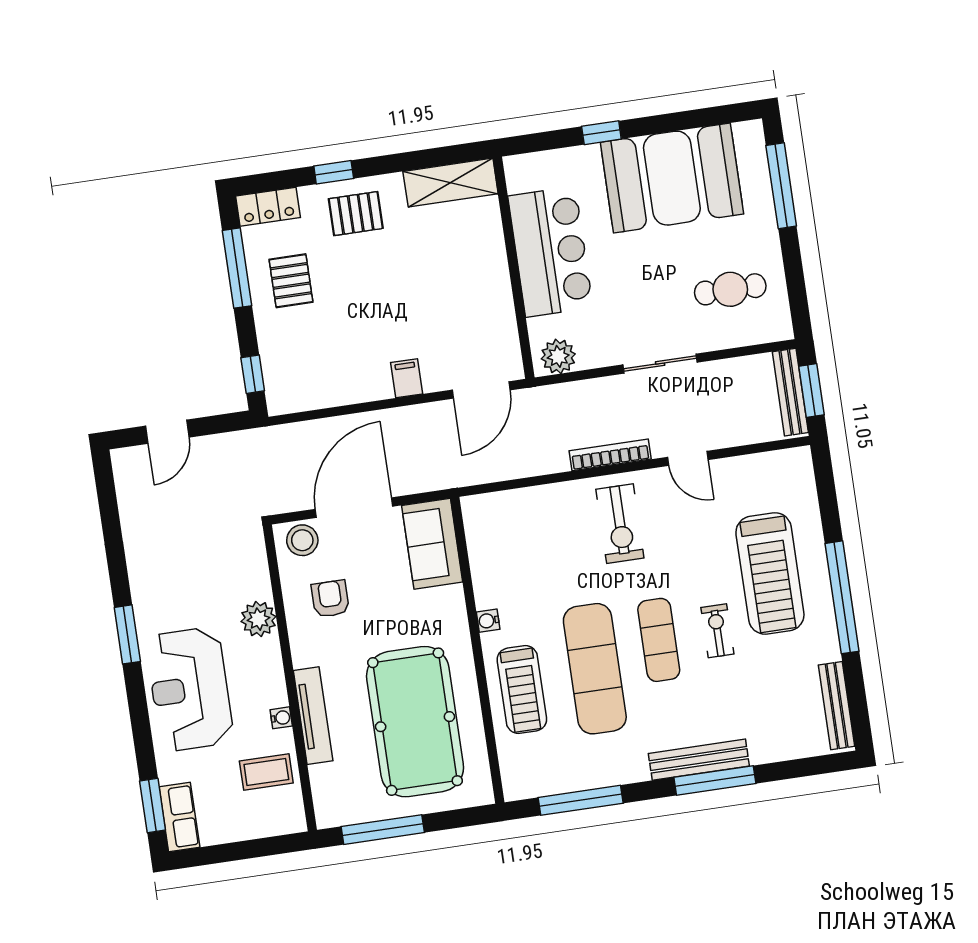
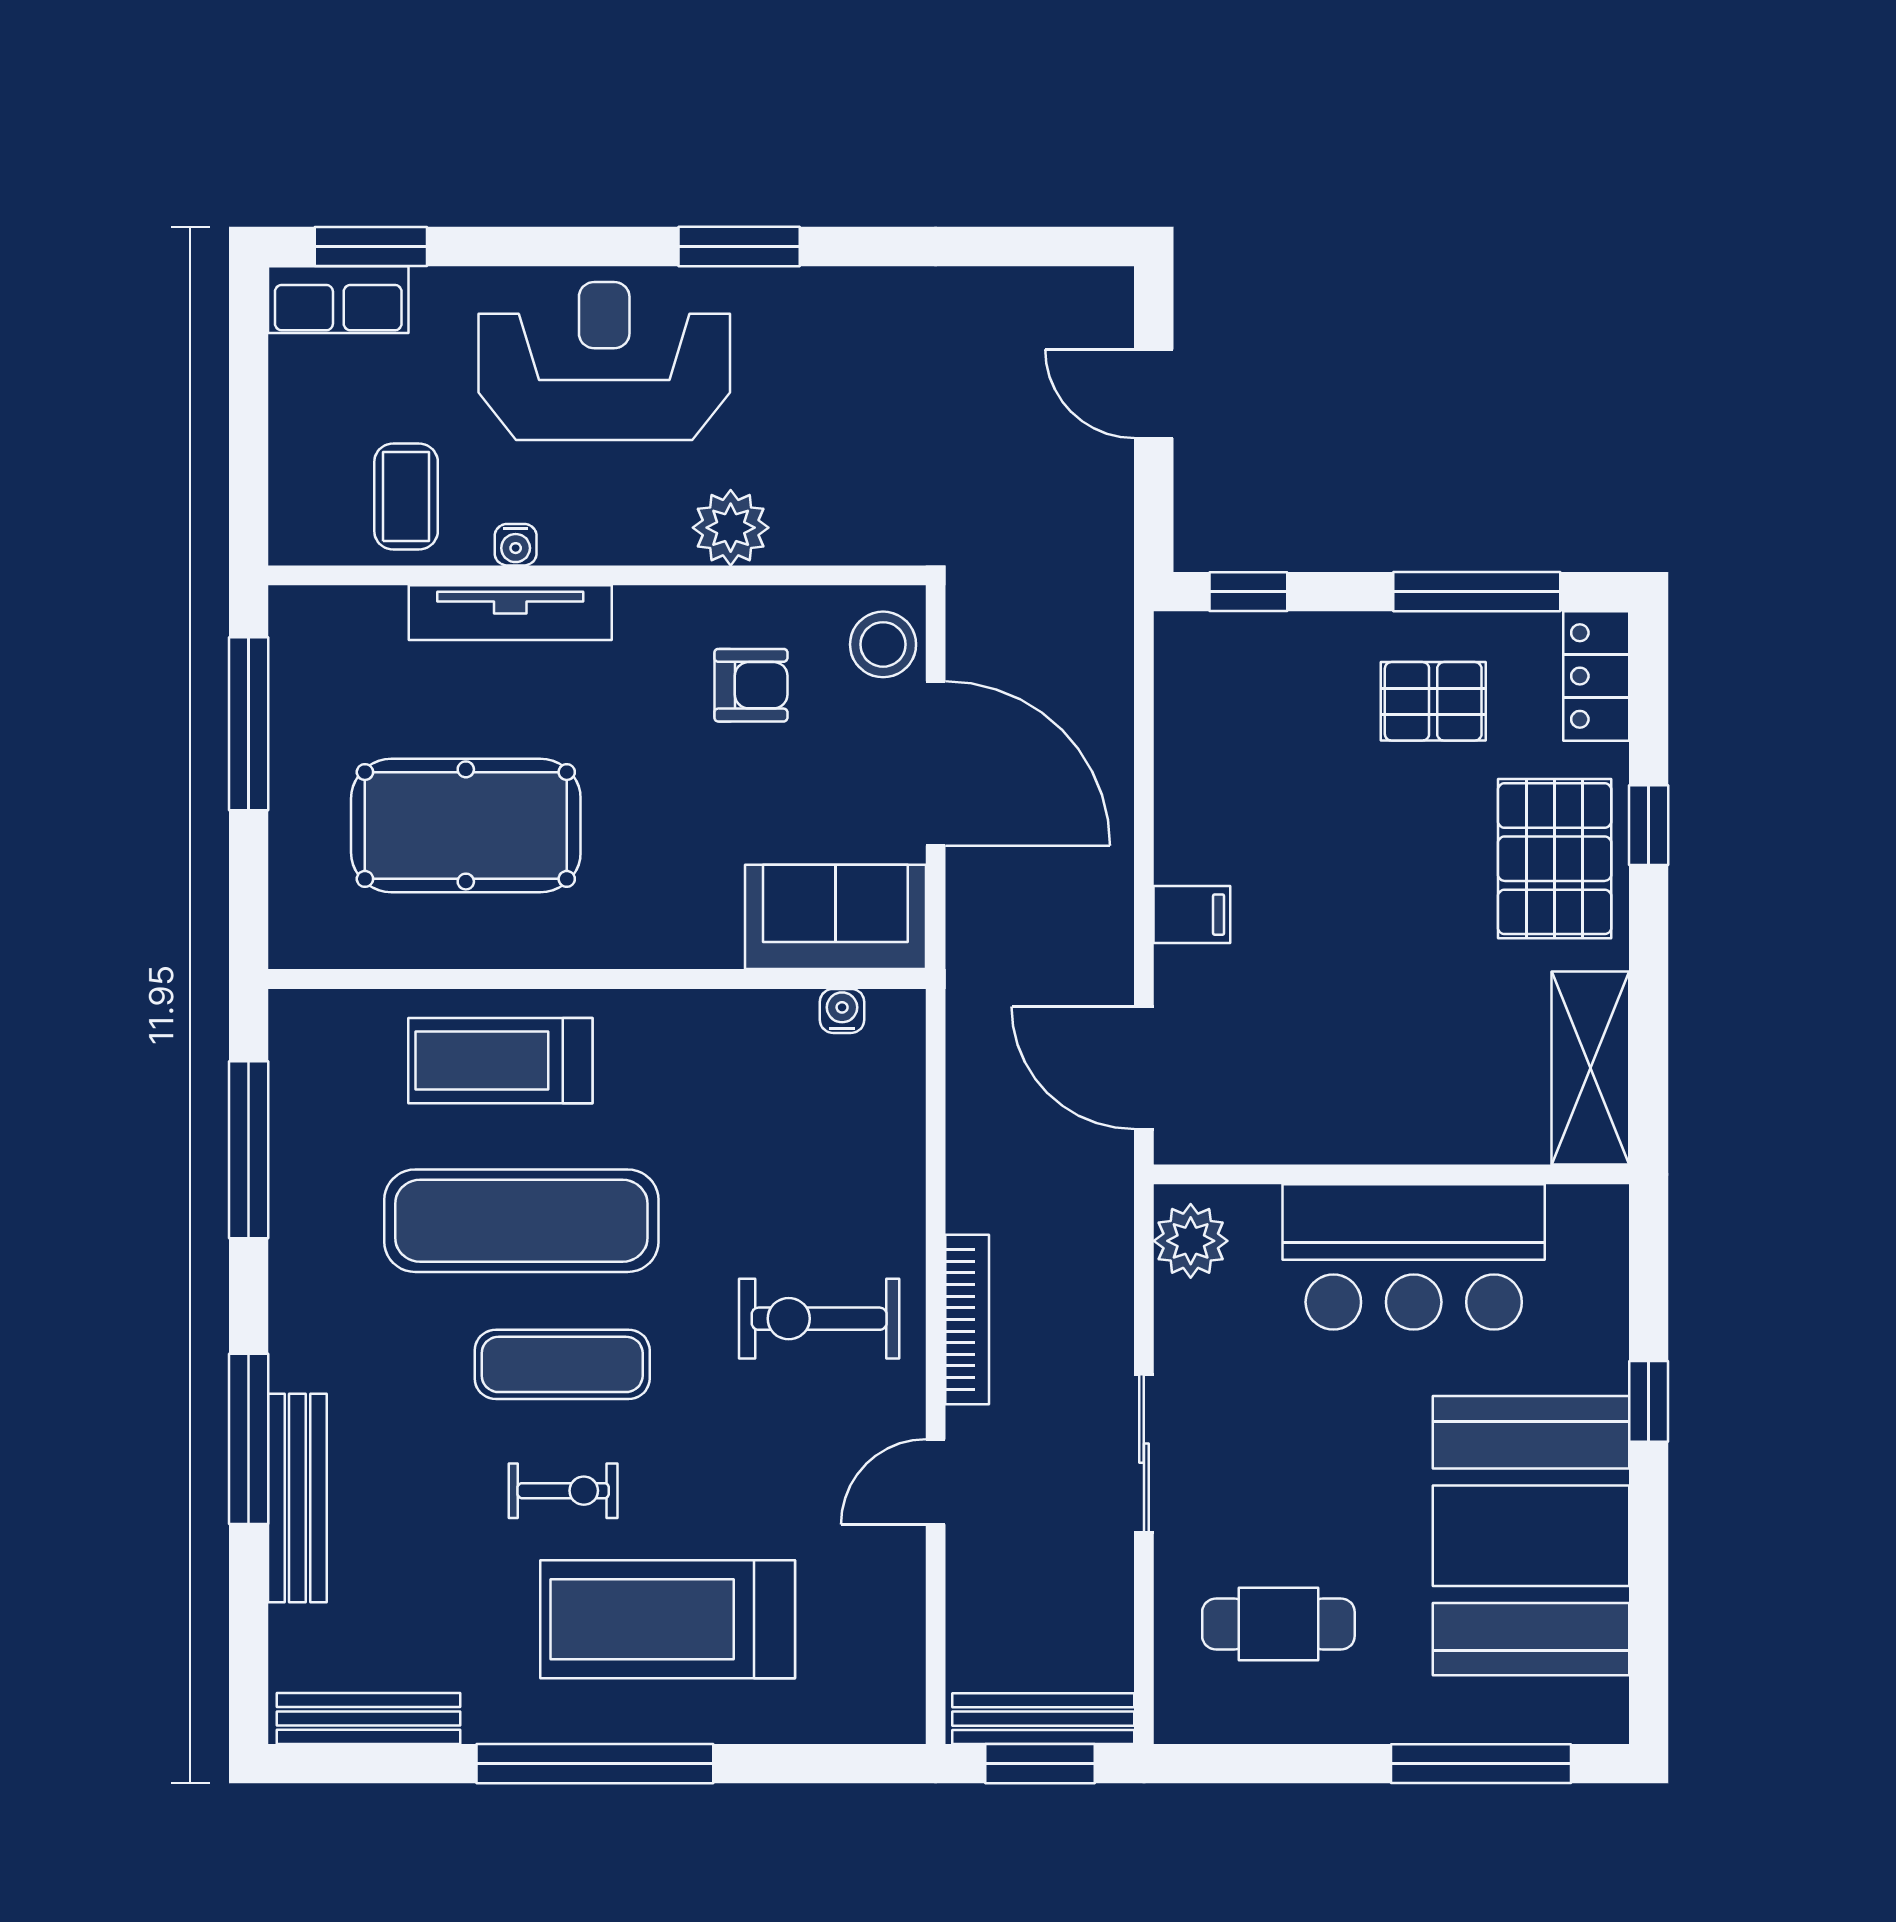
pallet: (356, 214) -> (1555, 859), width x1.50, depth x1.42
cafe table: (730, 289) -> (1278, 1624), turned 90
water cooler: (488, 621) -> (842, 1011), moved
pool table: (415, 722) -> (466, 825), width x0.73, depth x0.76
bench: (699, 760) -> (297, 1498), moved

